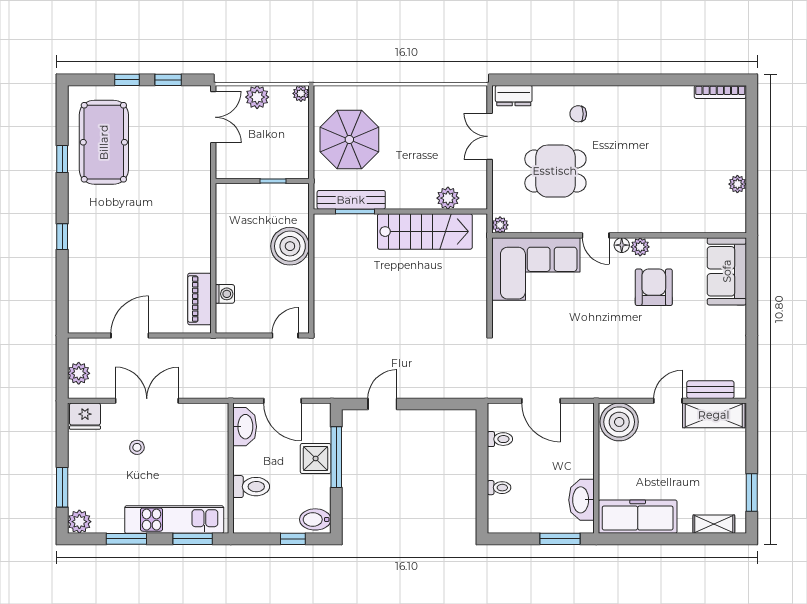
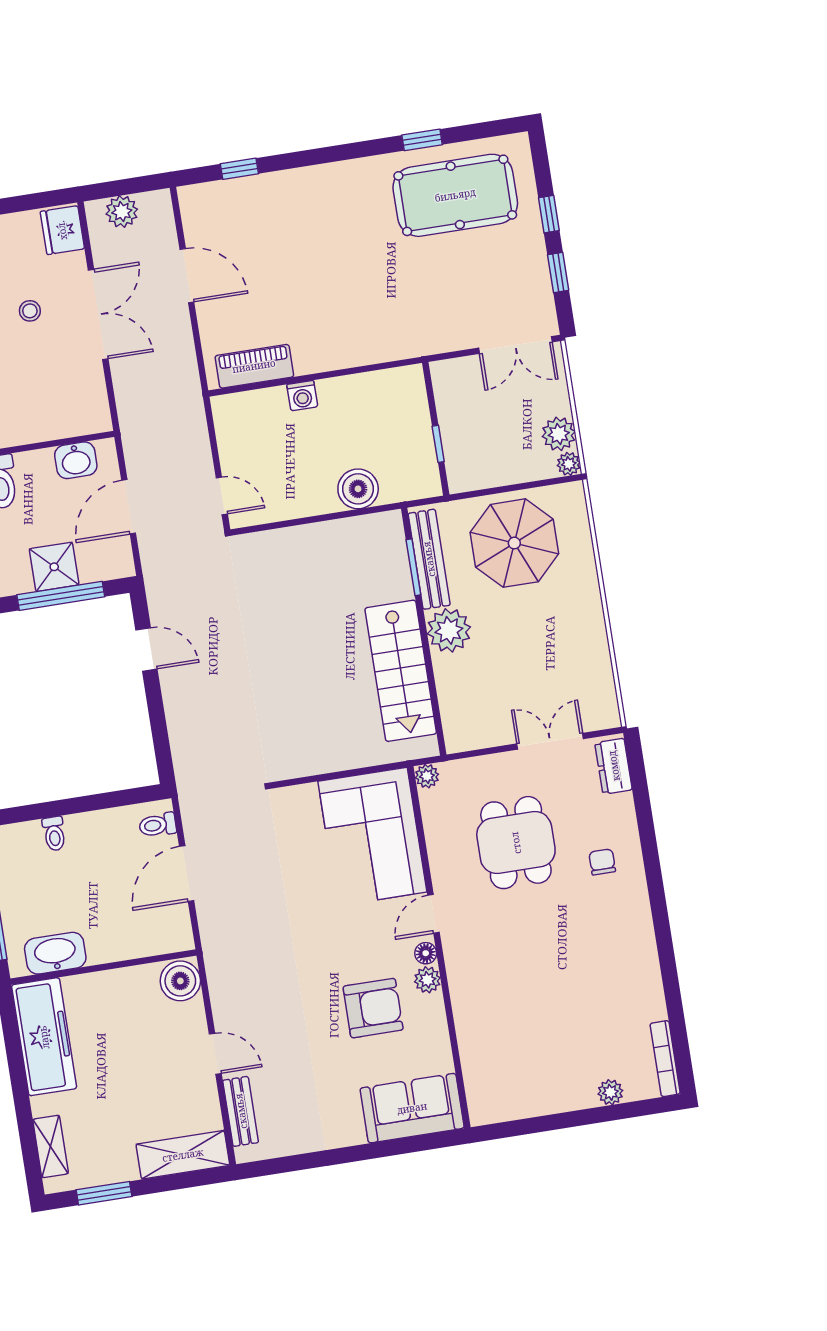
plant: (257, 97) -> (559, 434), moved
plant: (737, 184) -> (610, 1092), moved
plant: (448, 198) -> (449, 630), moved, width x1.36, depth x1.36
window: (62, 237) -> (239, 169), moved
boiler: (290, 246) -> (358, 489), width x0.73, depth x0.73
washing machine: (225, 294) -> (302, 396), moved
shelving: (714, 415) -> (183, 1155), moved, turned 90
boiler: (619, 422) -> (180, 981), width x0.73, depth x0.73
washbasin: (245, 427) -> (76, 460), width x0.72
toilet: (500, 439) -> (158, 825), moved, turned 90

